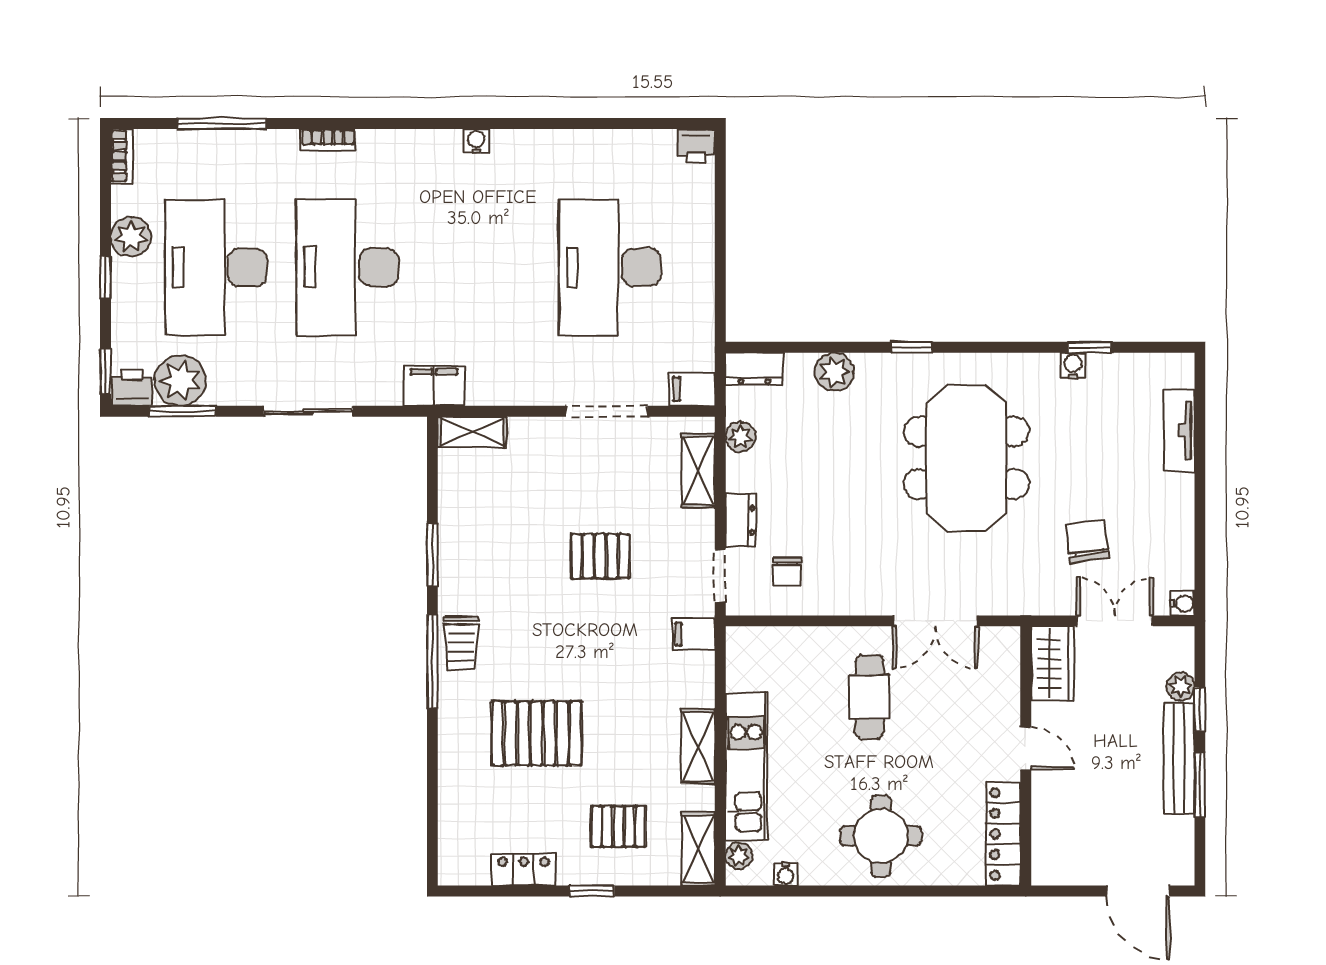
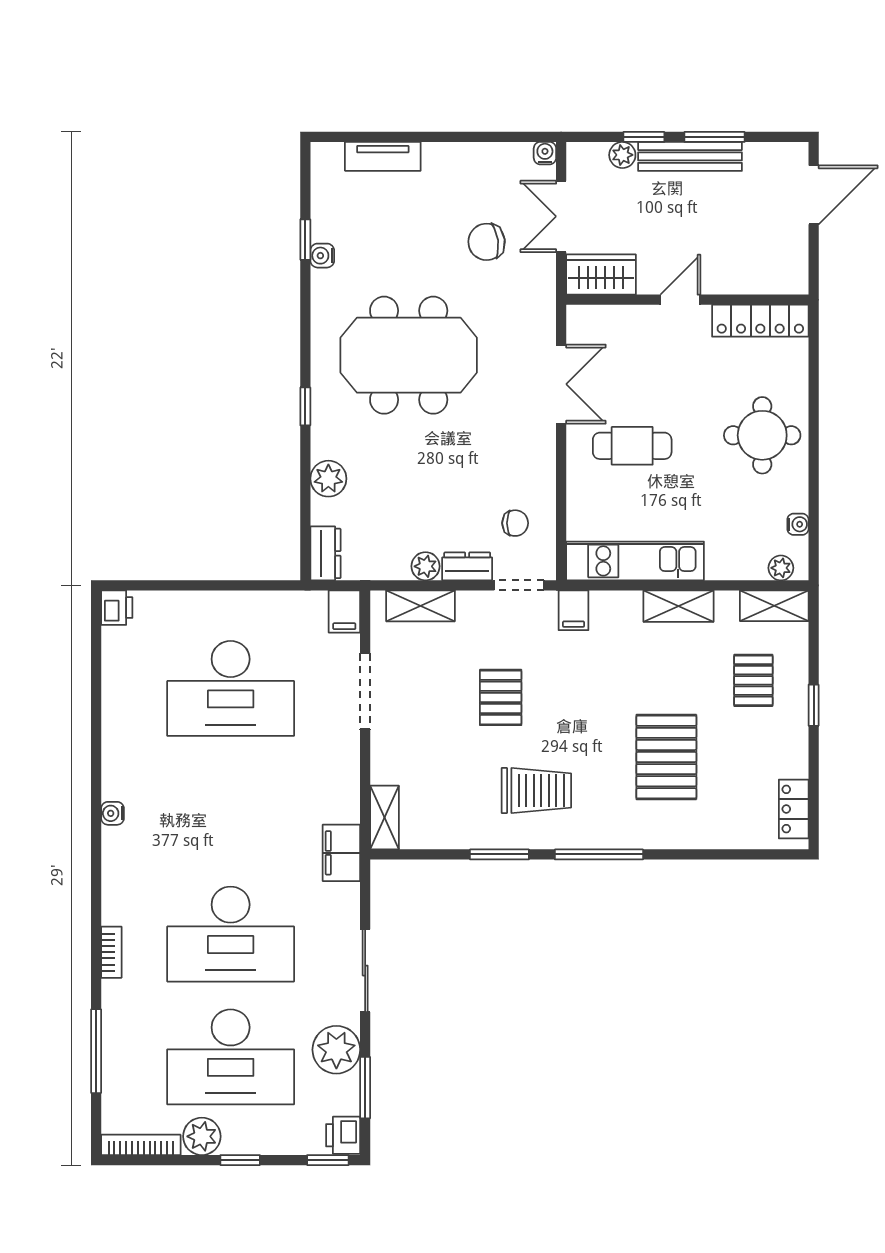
bookcase: (122, 156) -> (141, 1145), width x1.56
plant: (180, 380) -> (336, 1050), moved
plant: (741, 437) -> (426, 566), moved
trolley: (461, 643) -> (536, 791), moved, width x1.36, depth x1.39
kitchen unit: (746, 766) -> (635, 561), moved
locker: (524, 870) -> (794, 809), moved

